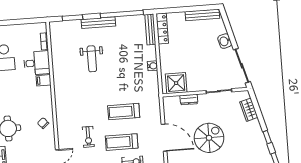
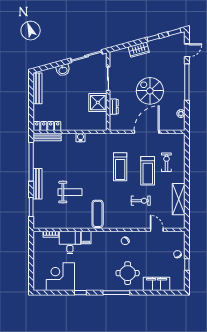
shower: (176, 83) -> (98, 103), moved
exercise mat: (70, 91) -> (98, 214), added
wardrobe: (249, 110) -> (139, 50), moved

